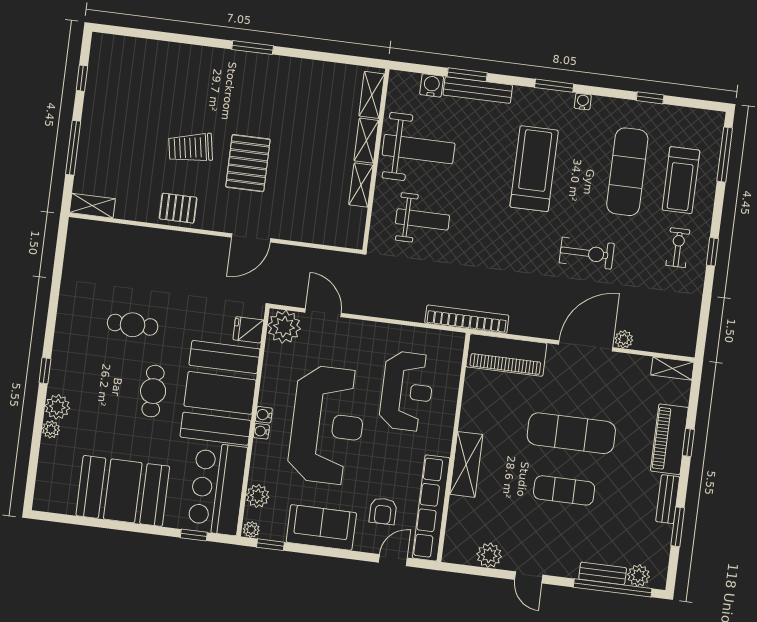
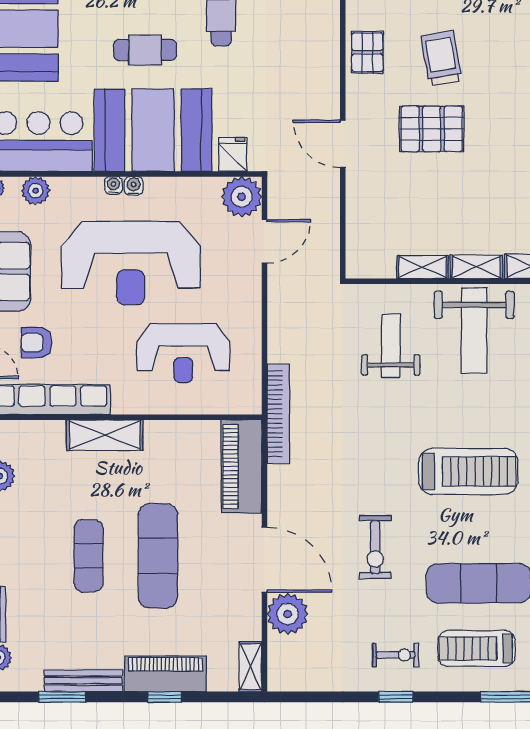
weight bench: (423, 219) -> (391, 346), turned 180
plant: (624, 339) -> (288, 614), width x1.88, depth x1.88
bench: (668, 499) -> (83, 681), width x1.36

